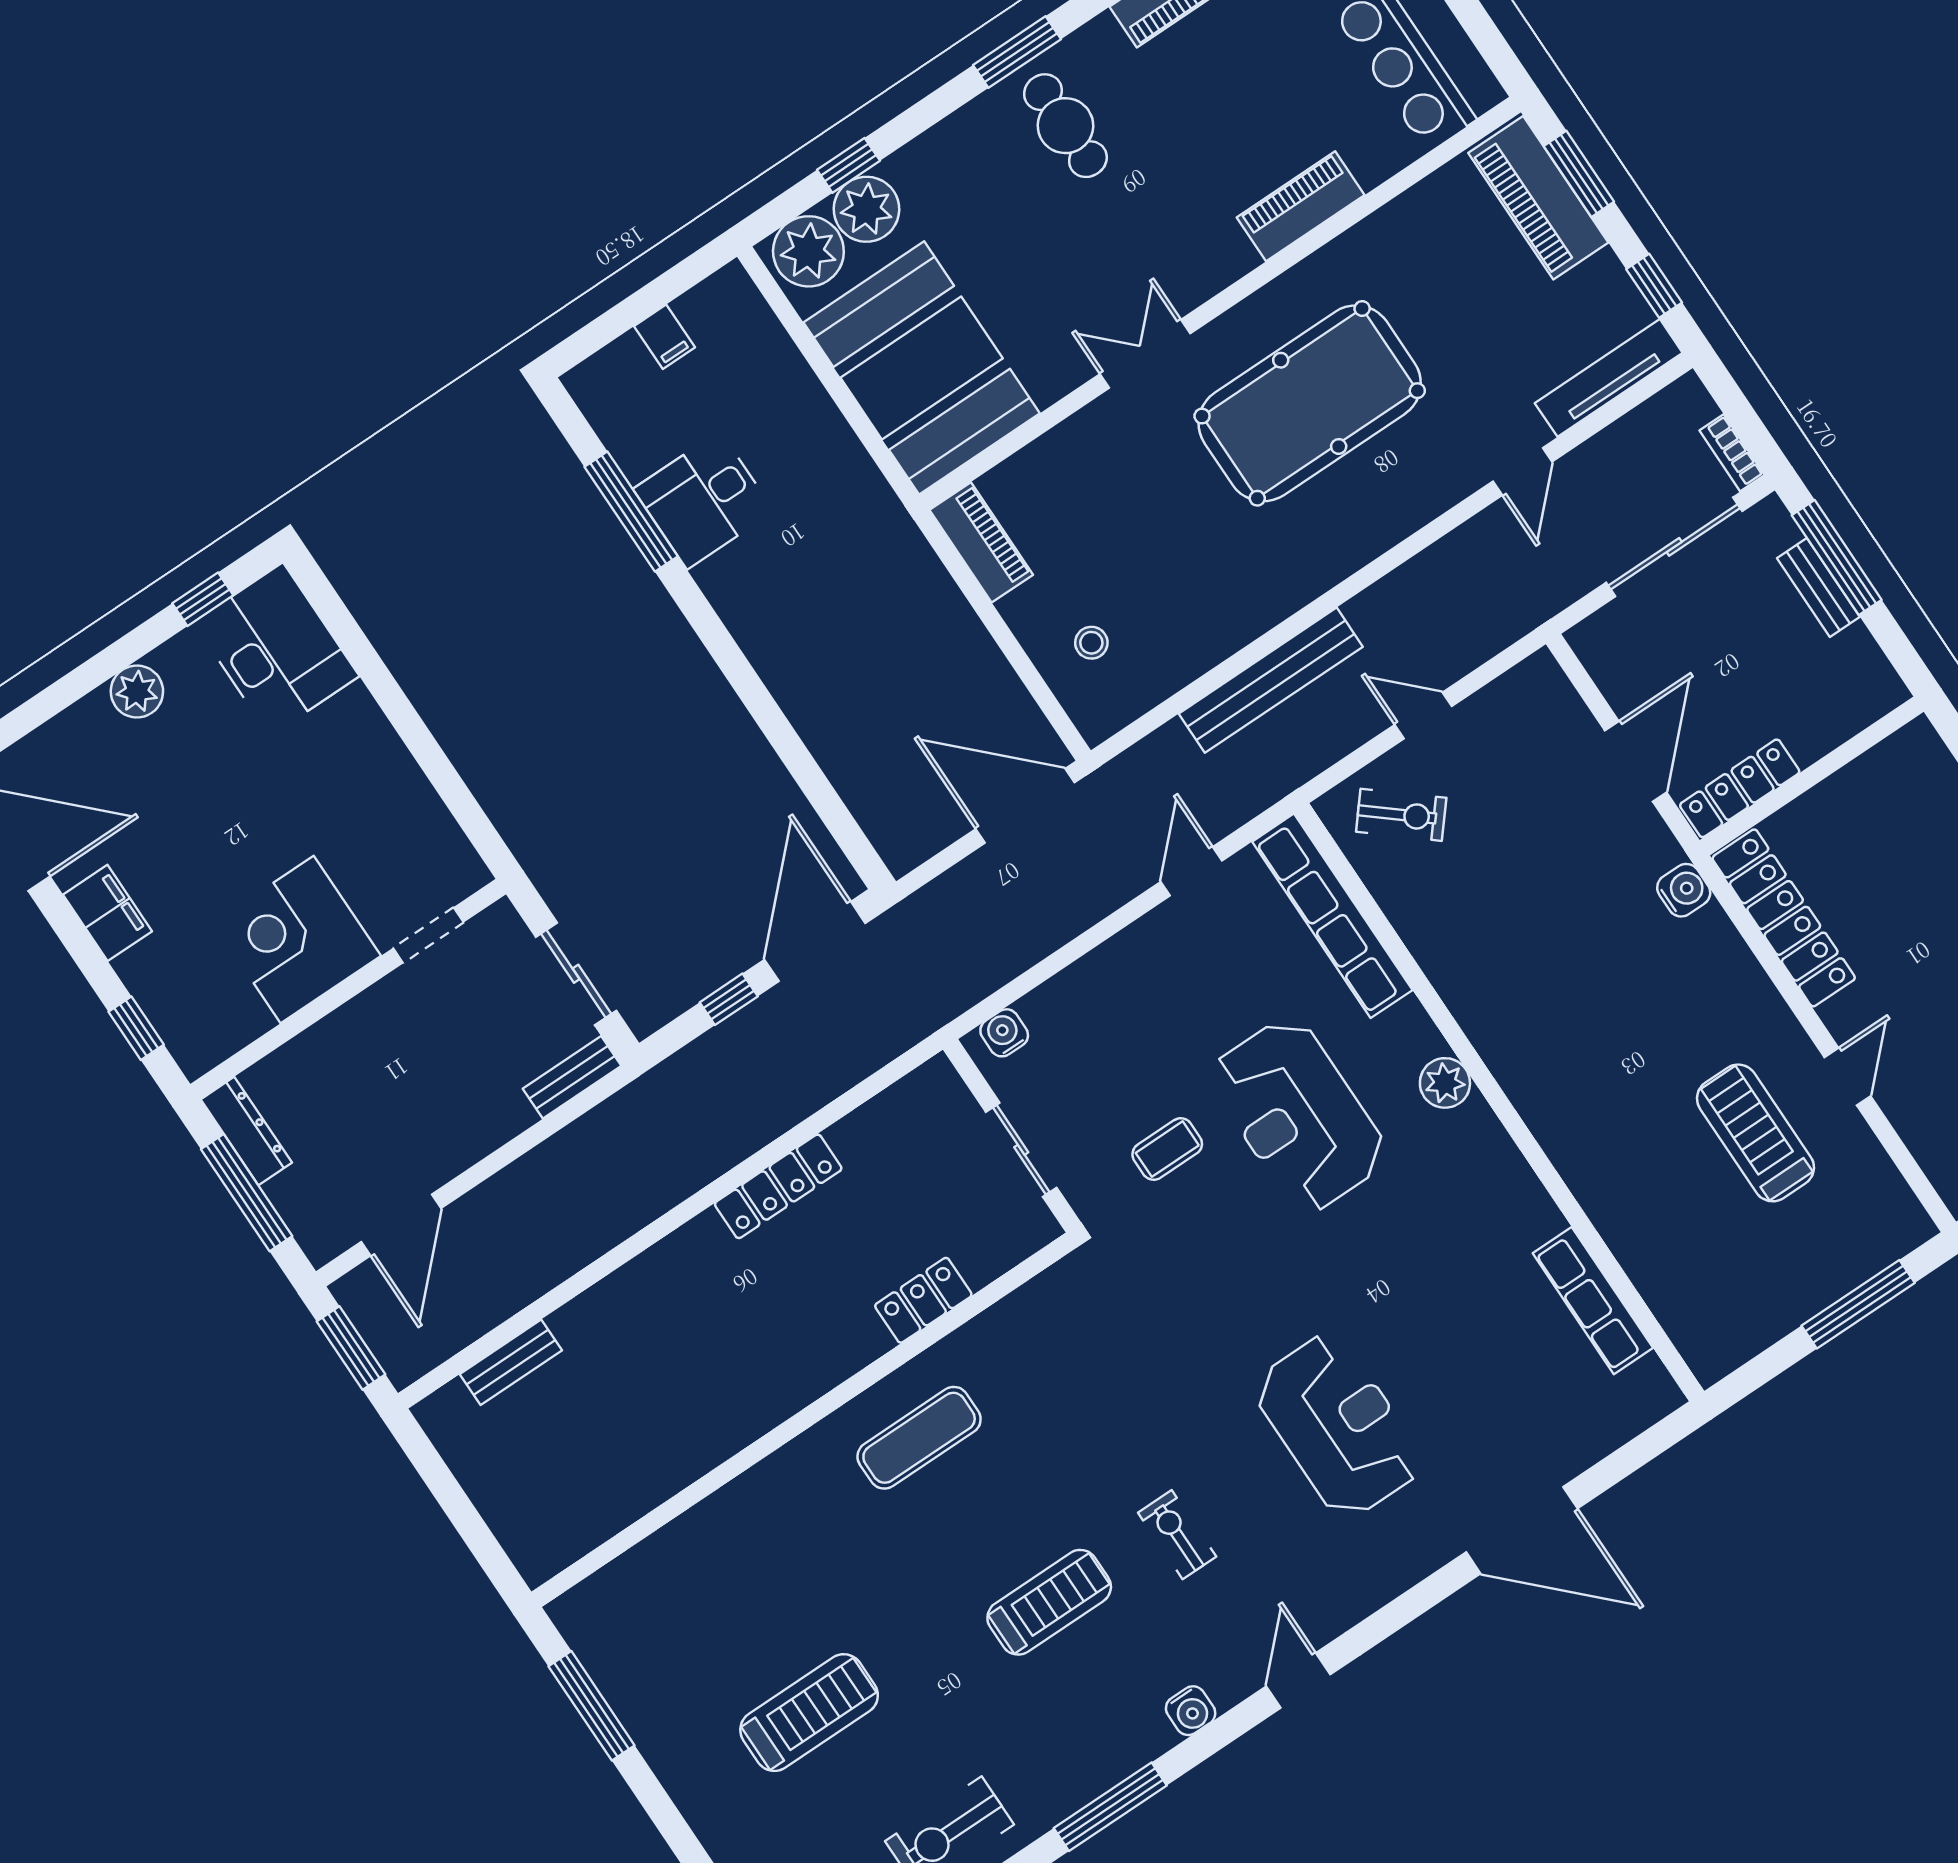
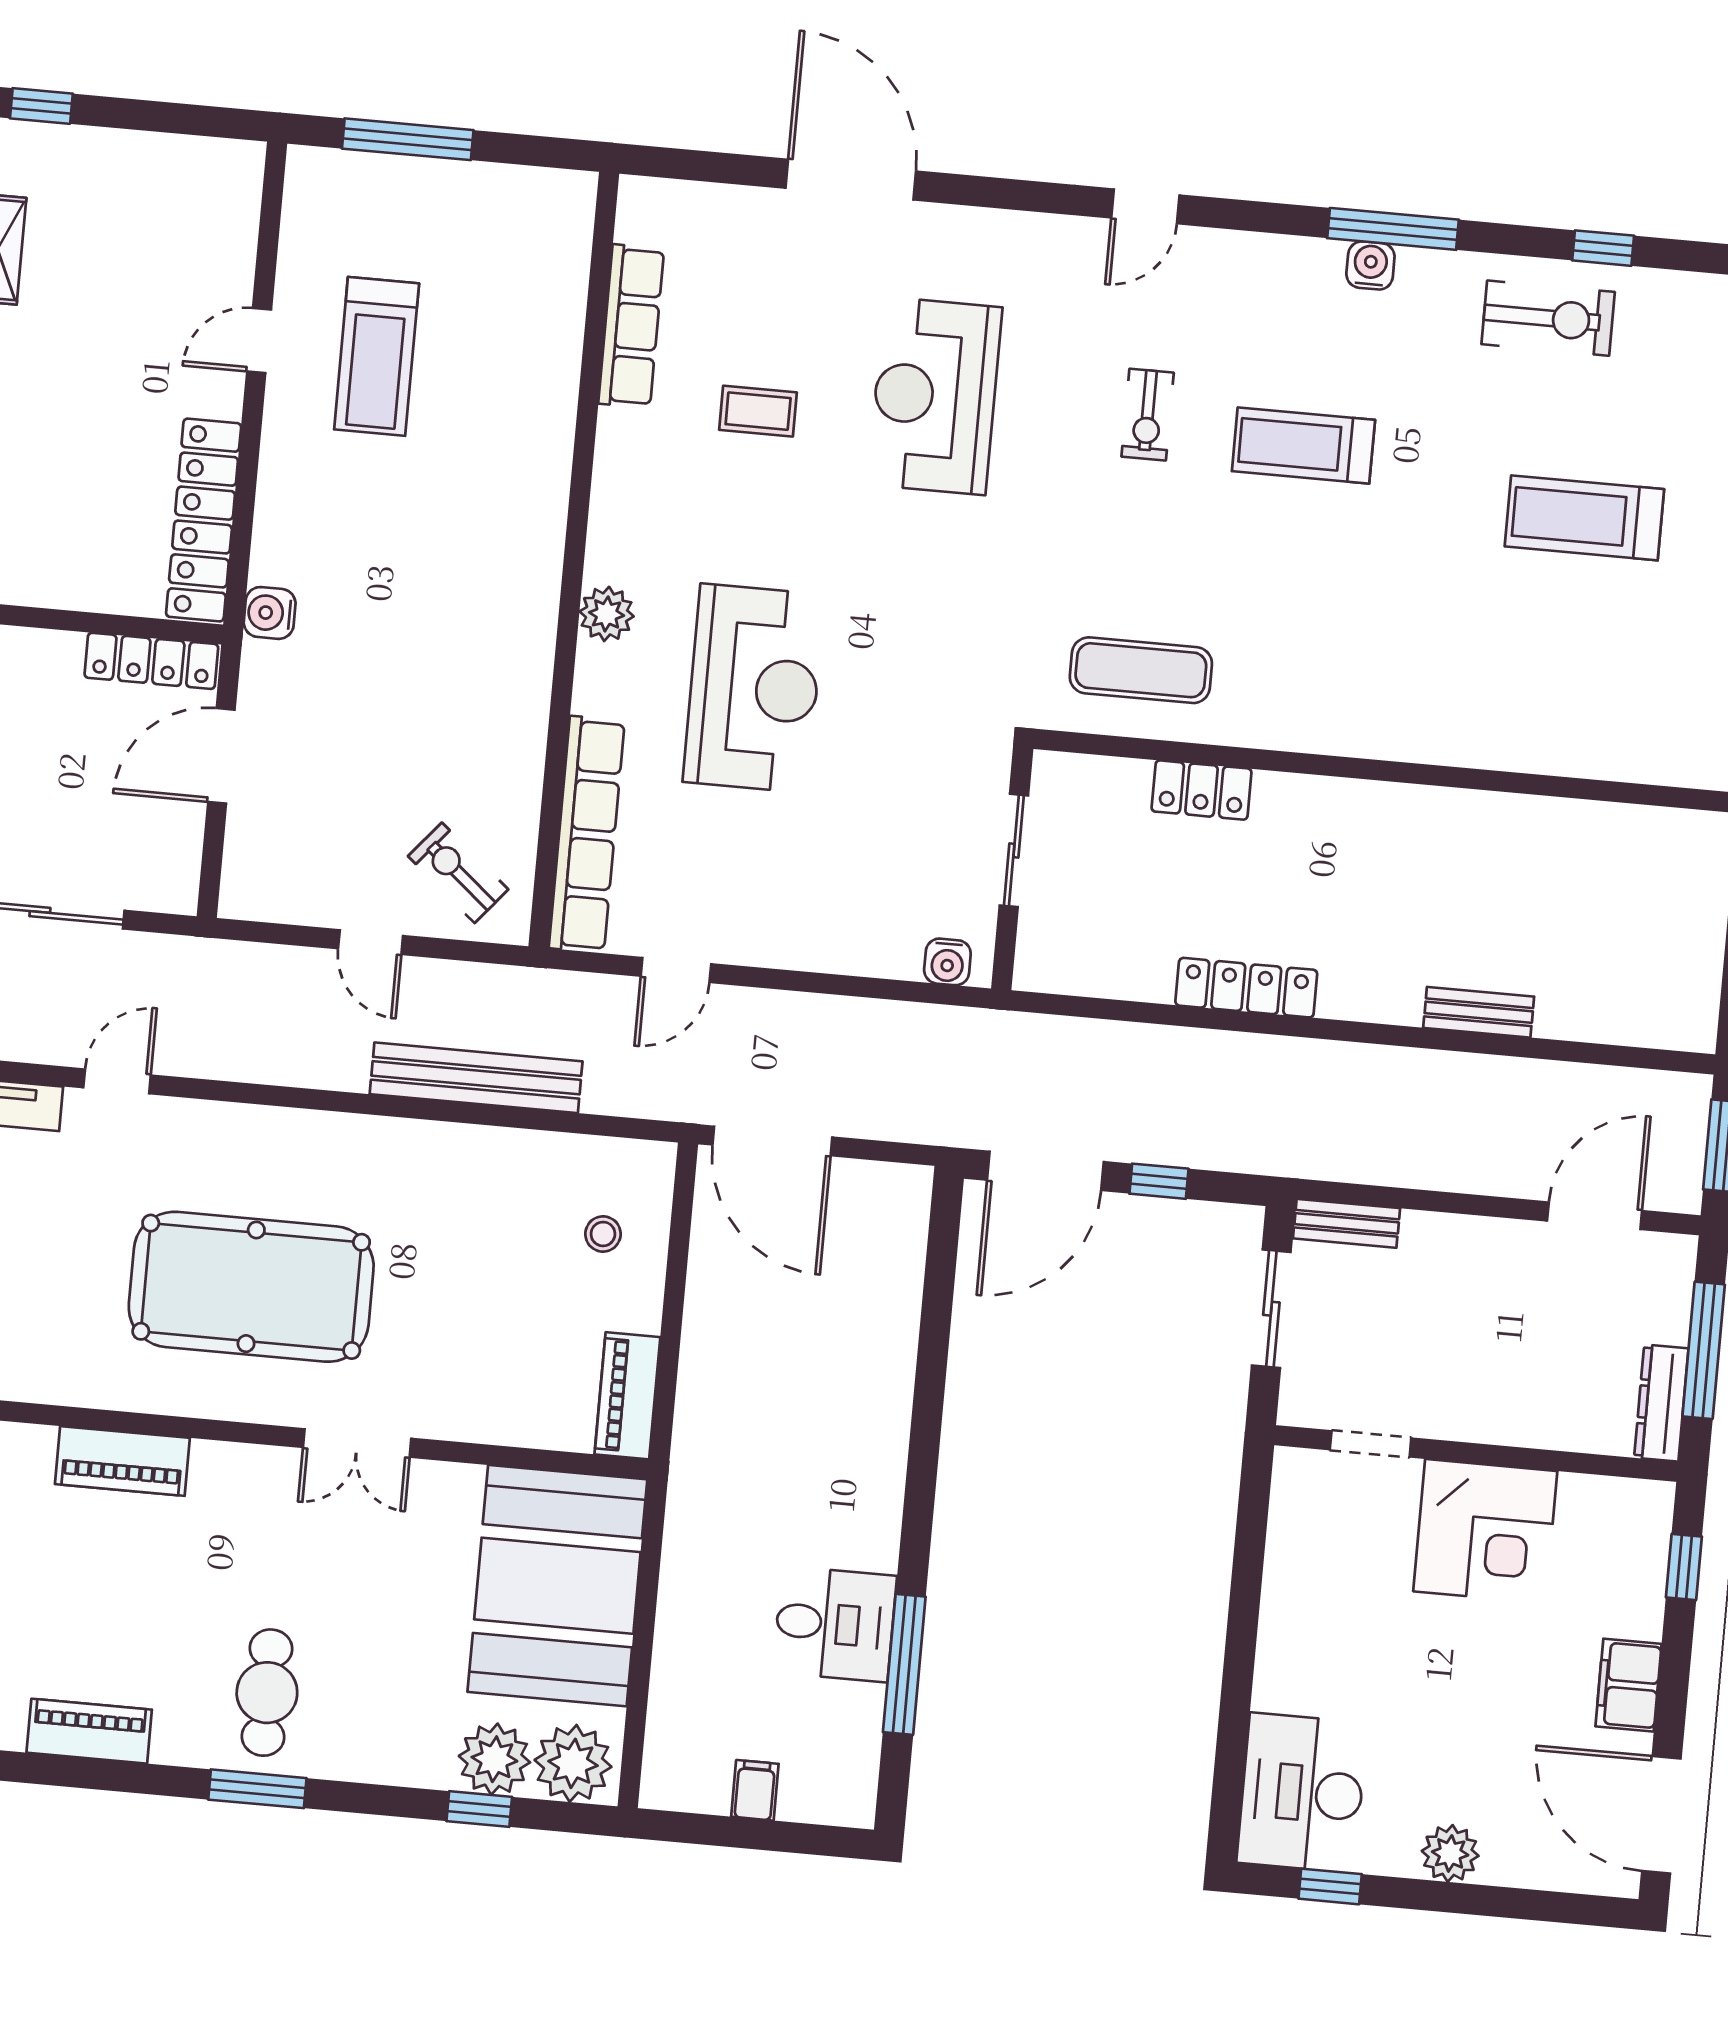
coffee table: (1167, 1149) -> (758, 411), moved
bench: (511, 1362) -> (1479, 1012), moved
exercise mat: (919, 1438) -> (1141, 670), moved
water cooler: (1191, 1711) -> (1370, 265), moved

